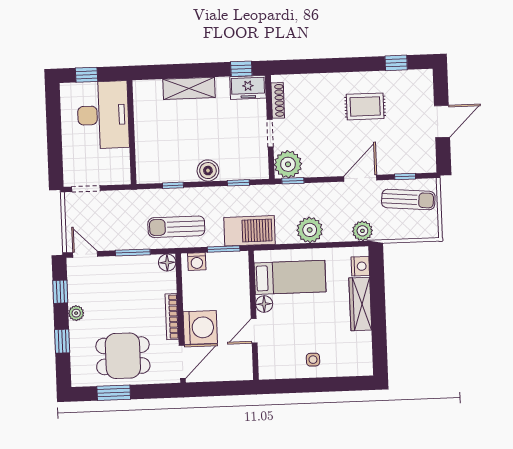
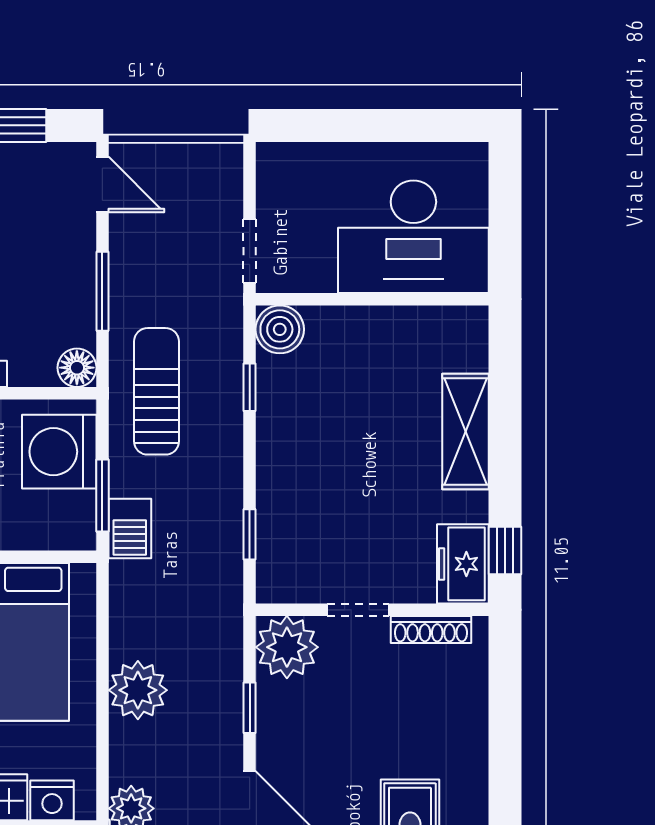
window: (87, 75) -> (505, 203), removed
boiler: (208, 171) -> (280, 329), moved
window: (293, 181) -> (250, 708), moved
doorway: (86, 189) -> (250, 251), moved
barbecue: (249, 231) -> (130, 529), width x0.53, depth x0.65
door: (85, 254) -> (102, 185), hinge flipped
washing machine: (197, 262) -> (59, 452), width x1.89, depth x1.89

